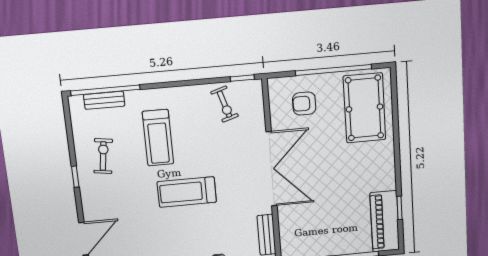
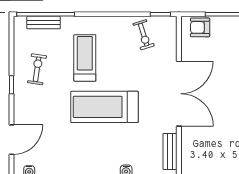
armchair: (304, 104) -> (200, 27), moved
treadmill: (158, 138) -> (85, 58), turned 180
treadmill: (187, 192) -> (104, 107), width x1.37, depth x1.38

